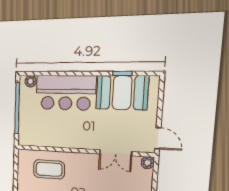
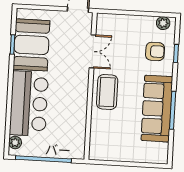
plant: (148, 163) -> (103, 19), removed
coffee table: (49, 169) -> (107, 92), moved

